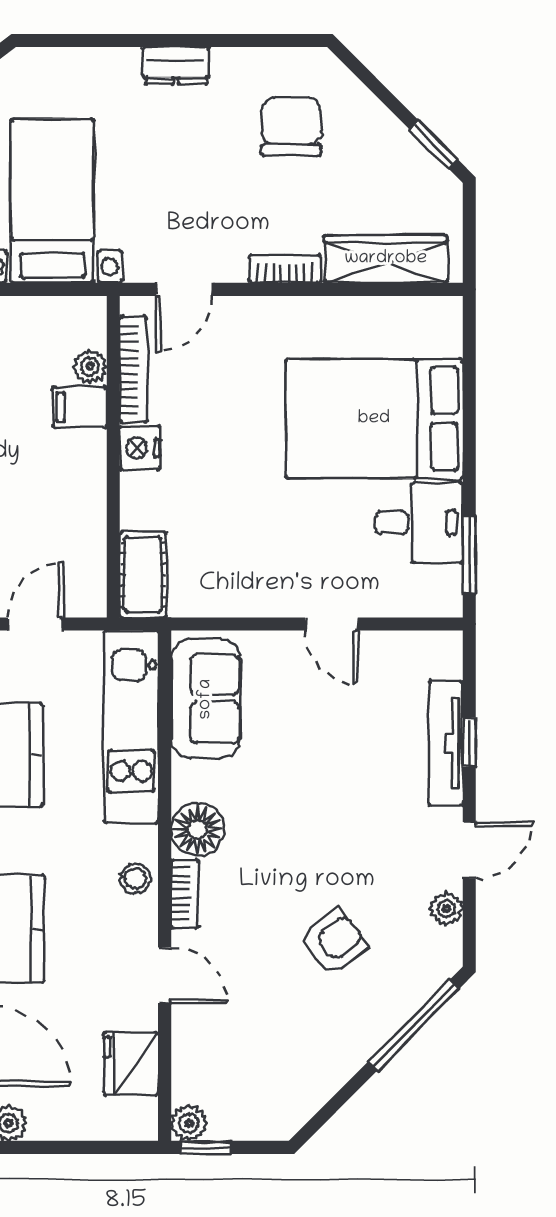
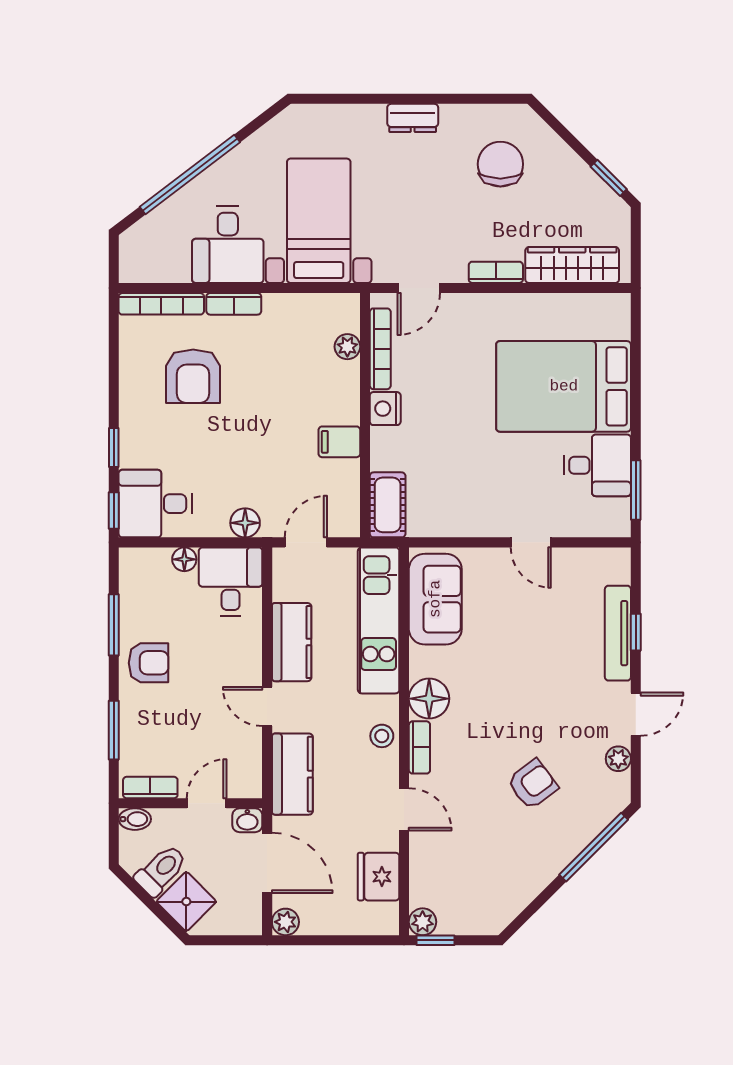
filing cabinet: (79, 407) -> (339, 442), moved

